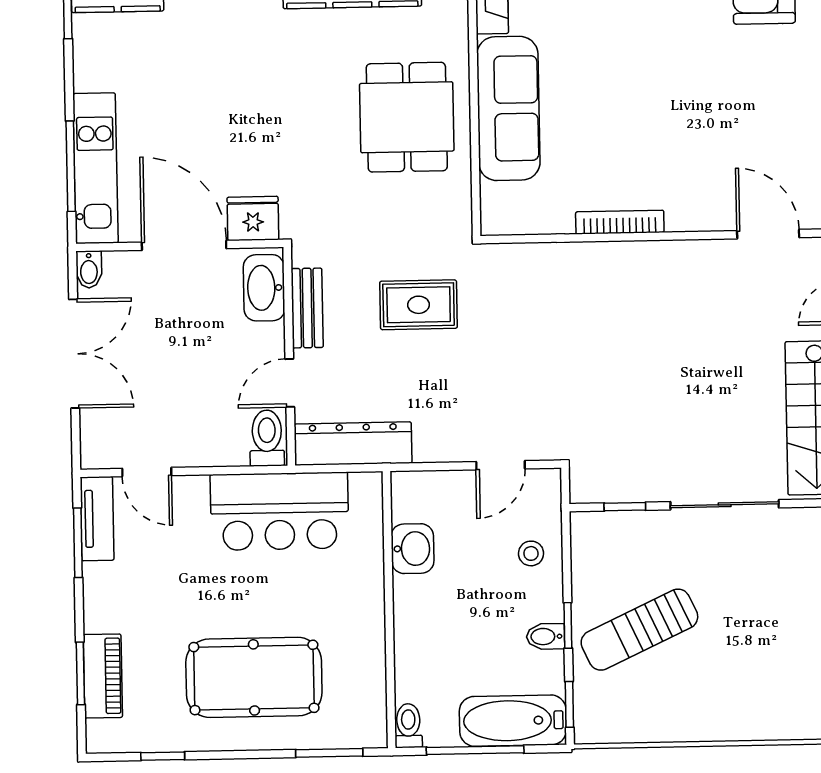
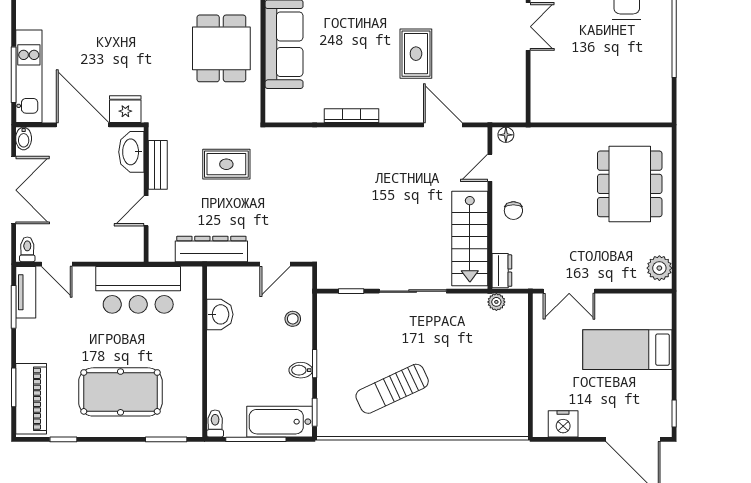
rug: (723, 120) -> (416, 54), added
toilet: (267, 438) -> (27, 249), moved, width x0.73, depth x0.72
dresser: (353, 444) -> (211, 249), moved
sun lounger: (639, 630) -> (392, 389), moved
piano: (103, 676) -> (31, 399), width x1.37, depth x1.33

